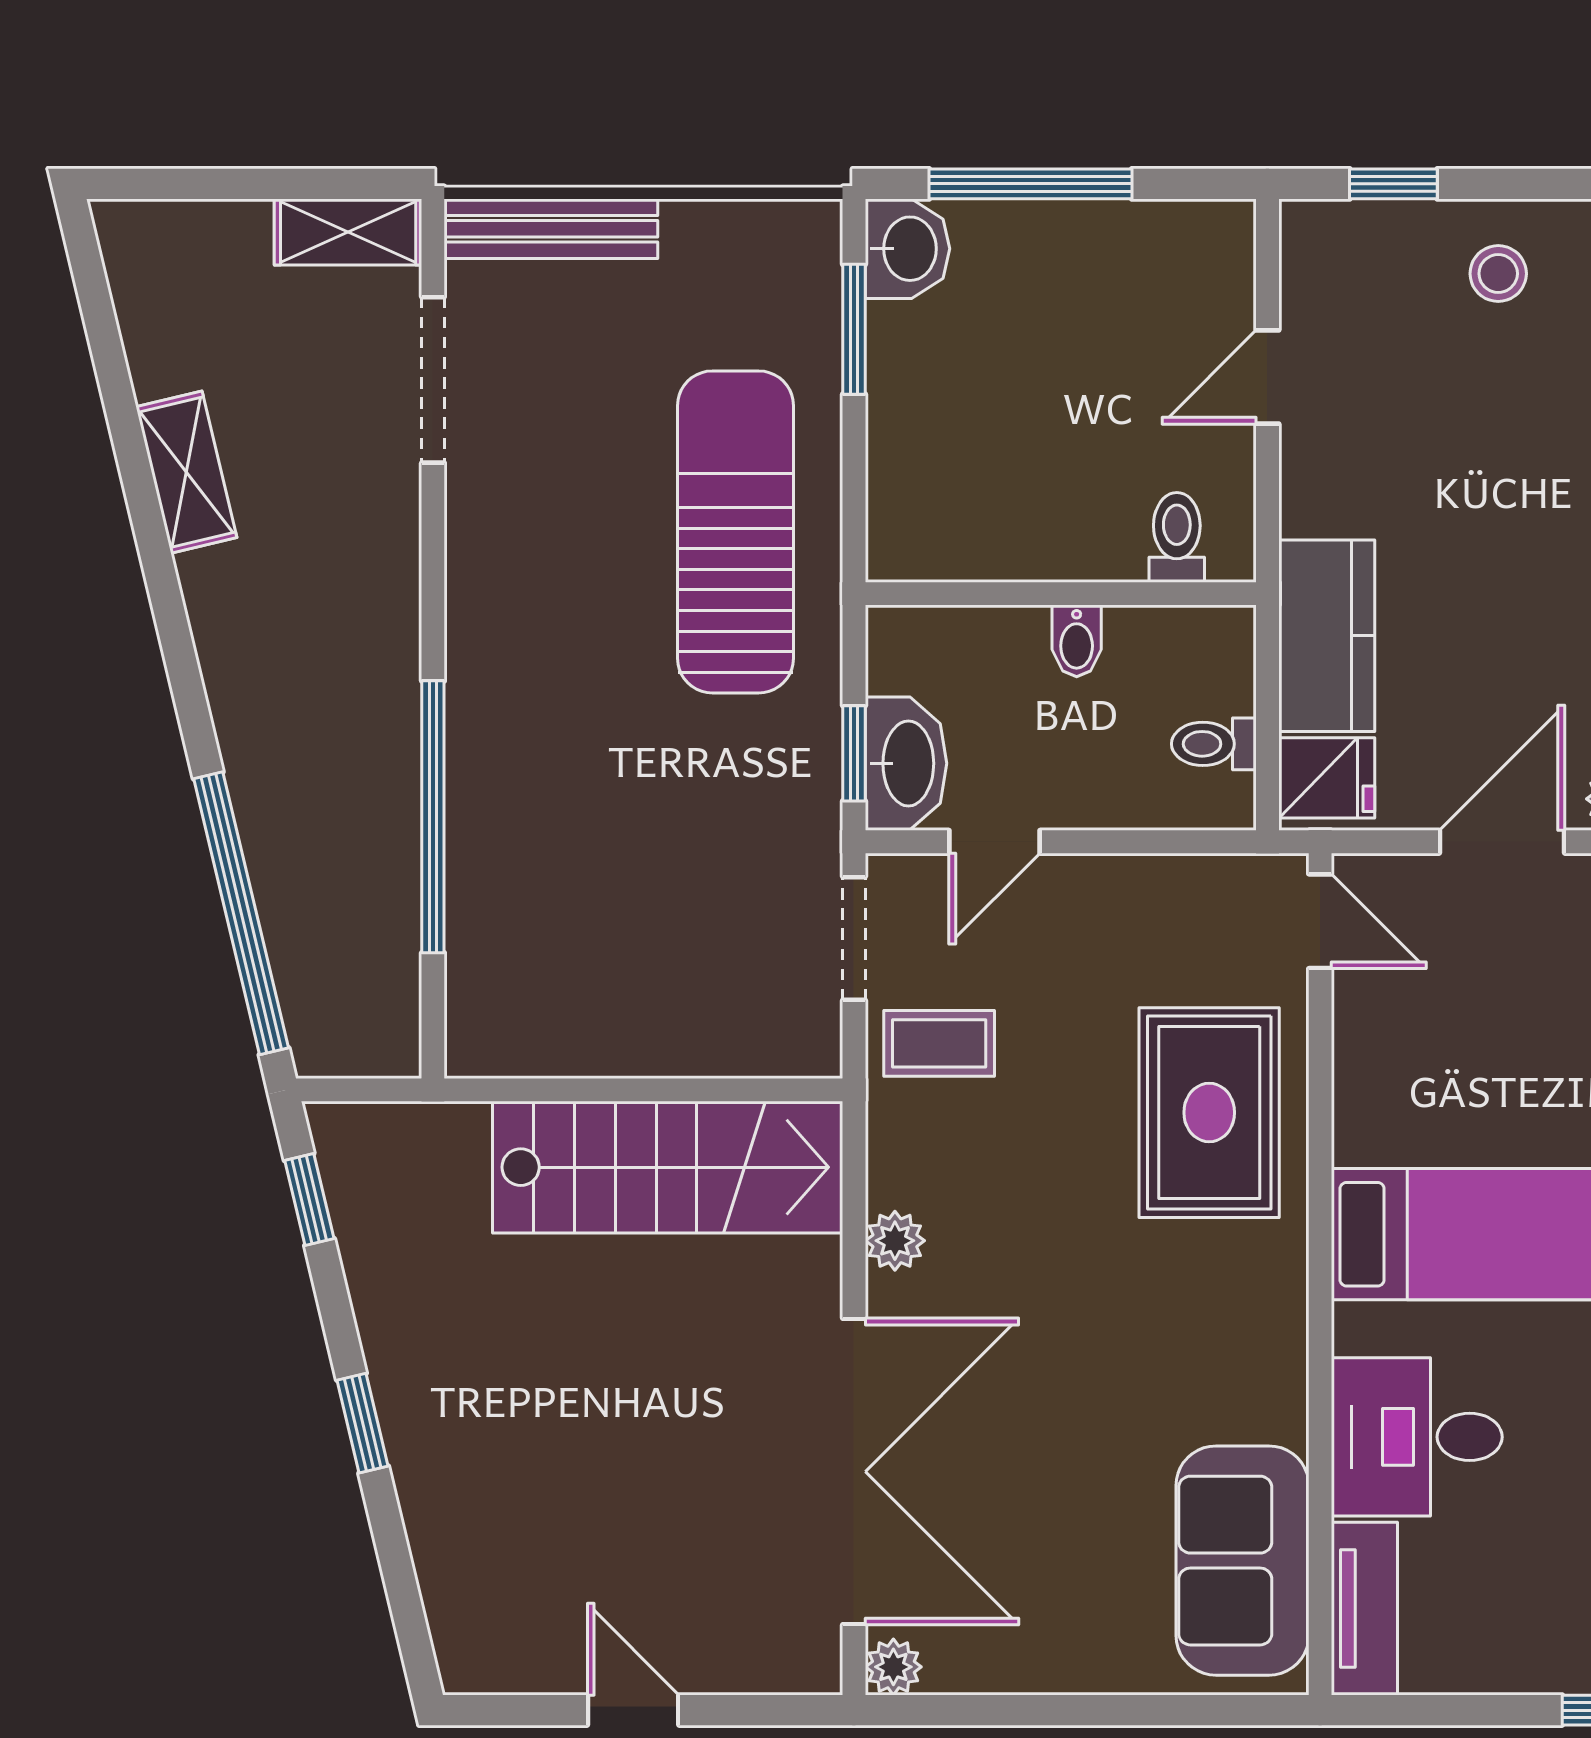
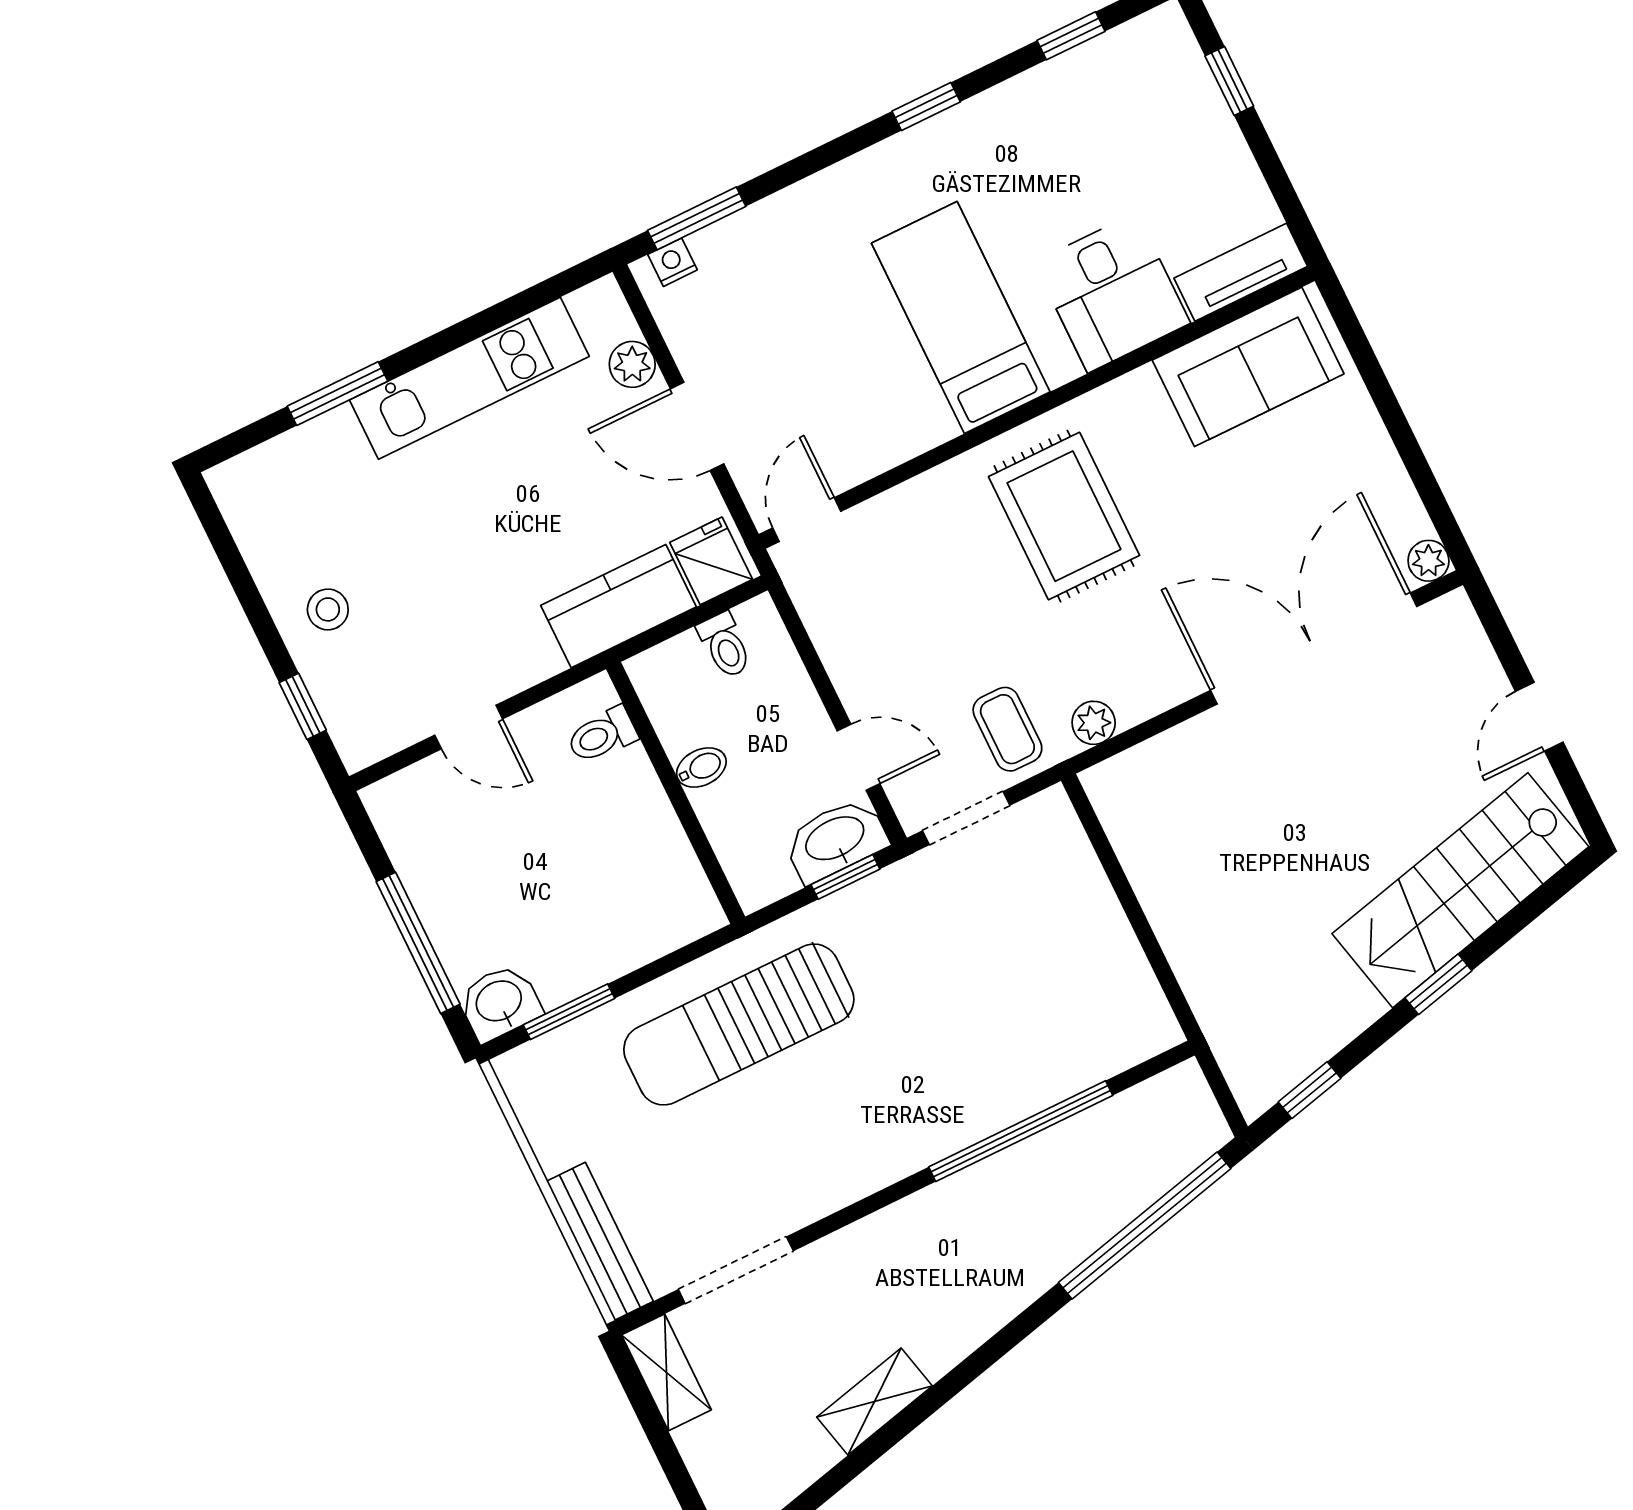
rug: (1209, 1113) -> (1064, 516), moved, turned 90
stairs: (668, 1167) -> (1460, 890), moved, turned -103
plant: (895, 1241) -> (1094, 723), moved

